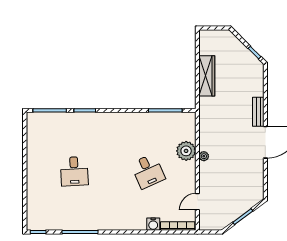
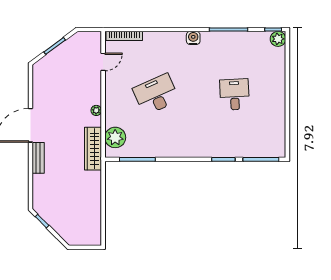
wardrobe: (207, 76) -> (93, 149), moved
plant: (186, 151) -> (115, 137), moved
desk: (148, 171) -> (156, 94), width x1.37
plant: (34, 223) -> (278, 39), added
water cooler: (153, 224) -> (193, 38), moved

